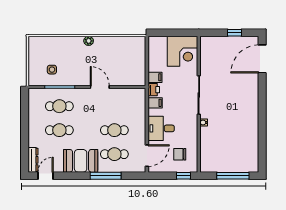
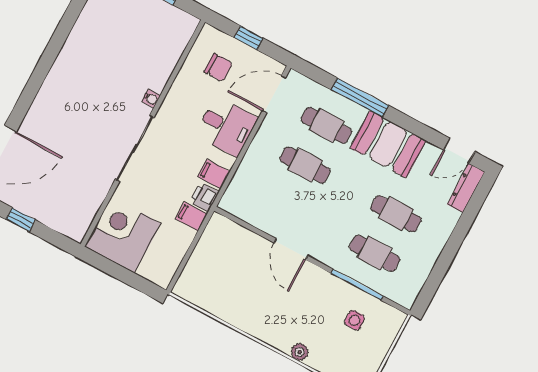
plant: (89, 41) -> (300, 352), moved
window: (183, 176) -> (249, 38), moved

